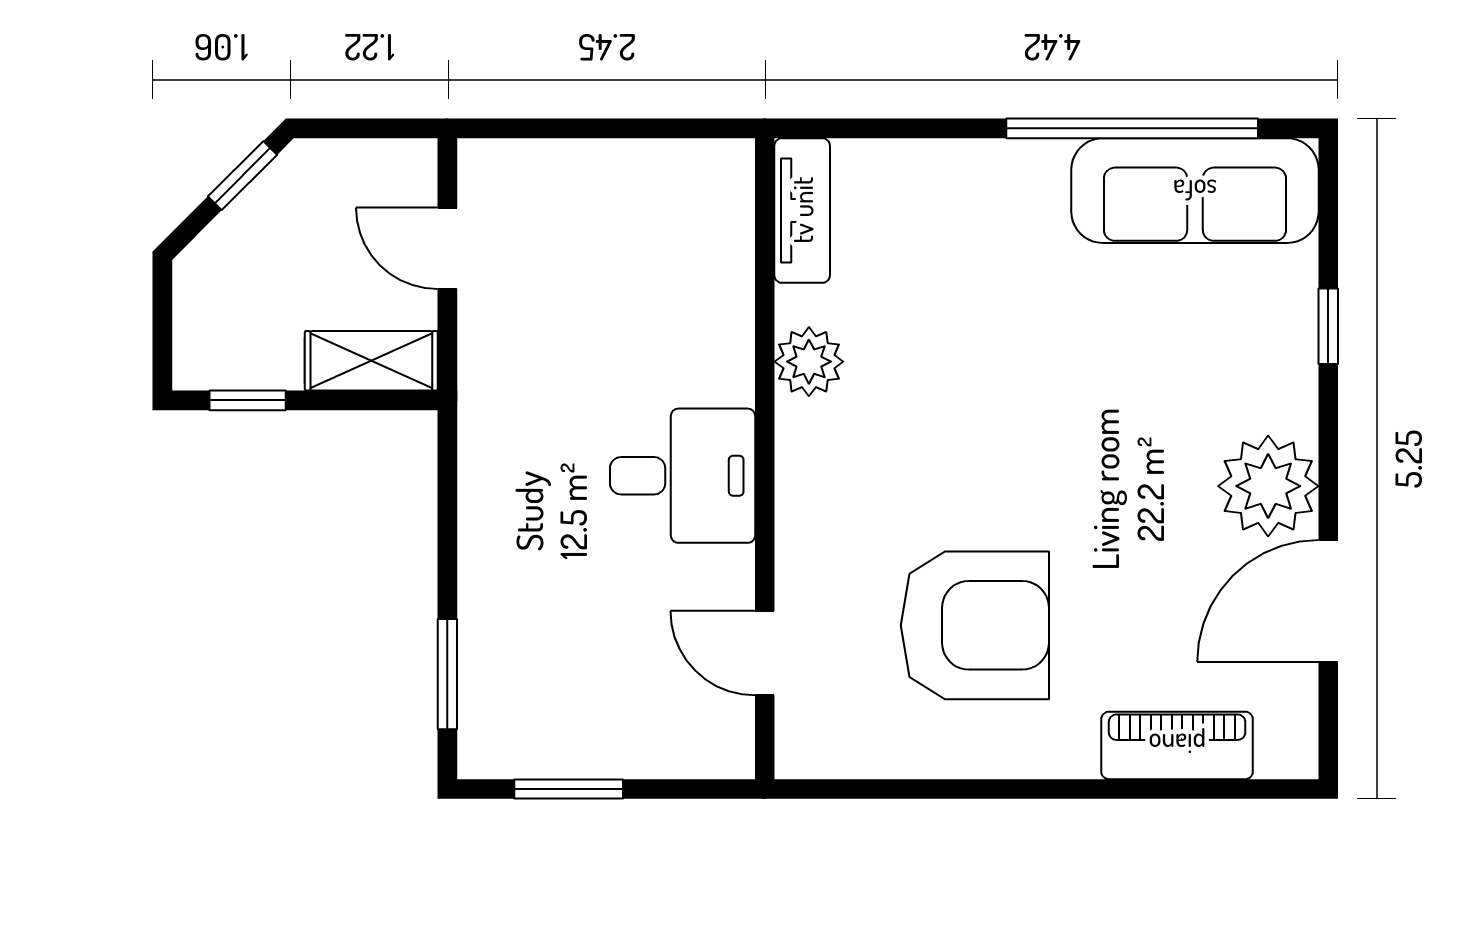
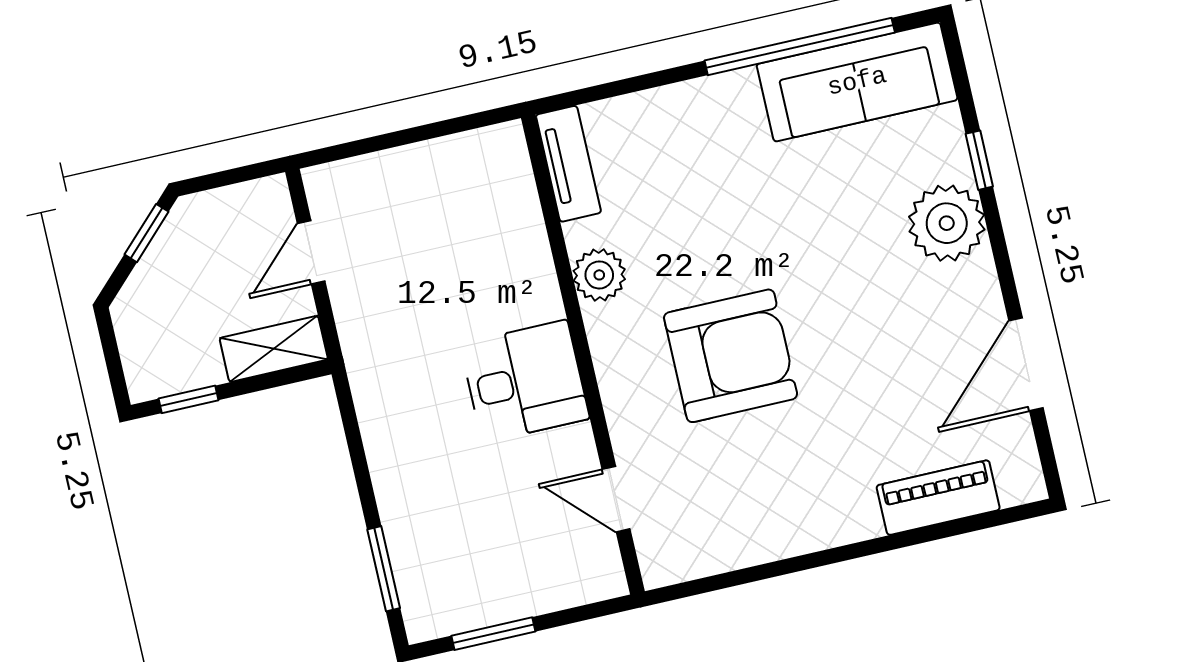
door: (447, 248) -> (311, 252), hinge flipped
plant: (1268, 486) -> (947, 223), moved
armchair: (975, 625) -> (731, 356), moved

